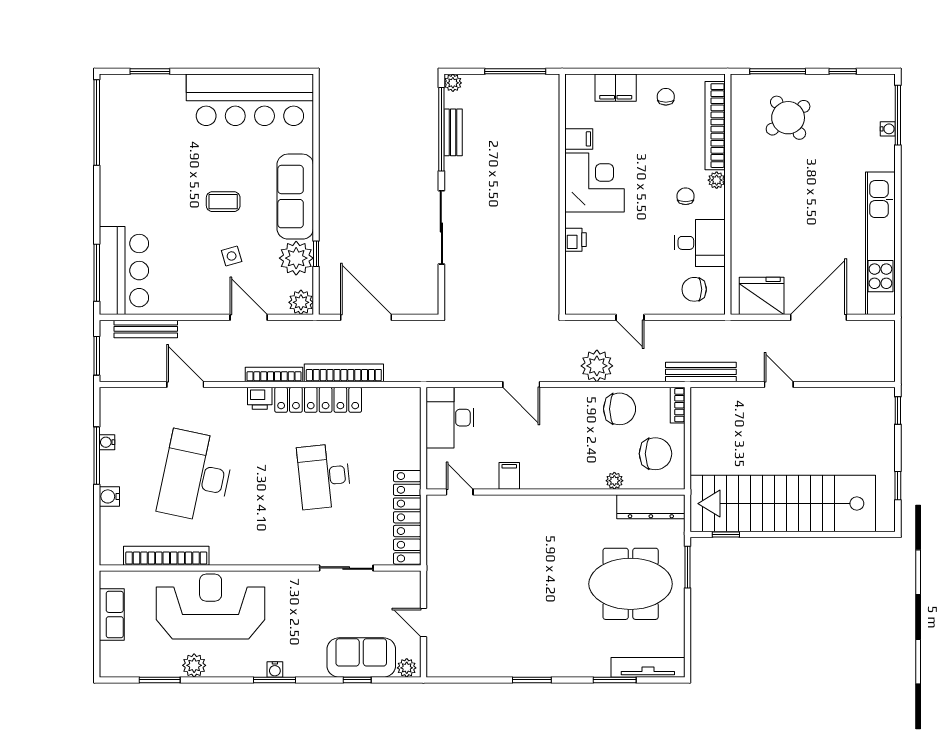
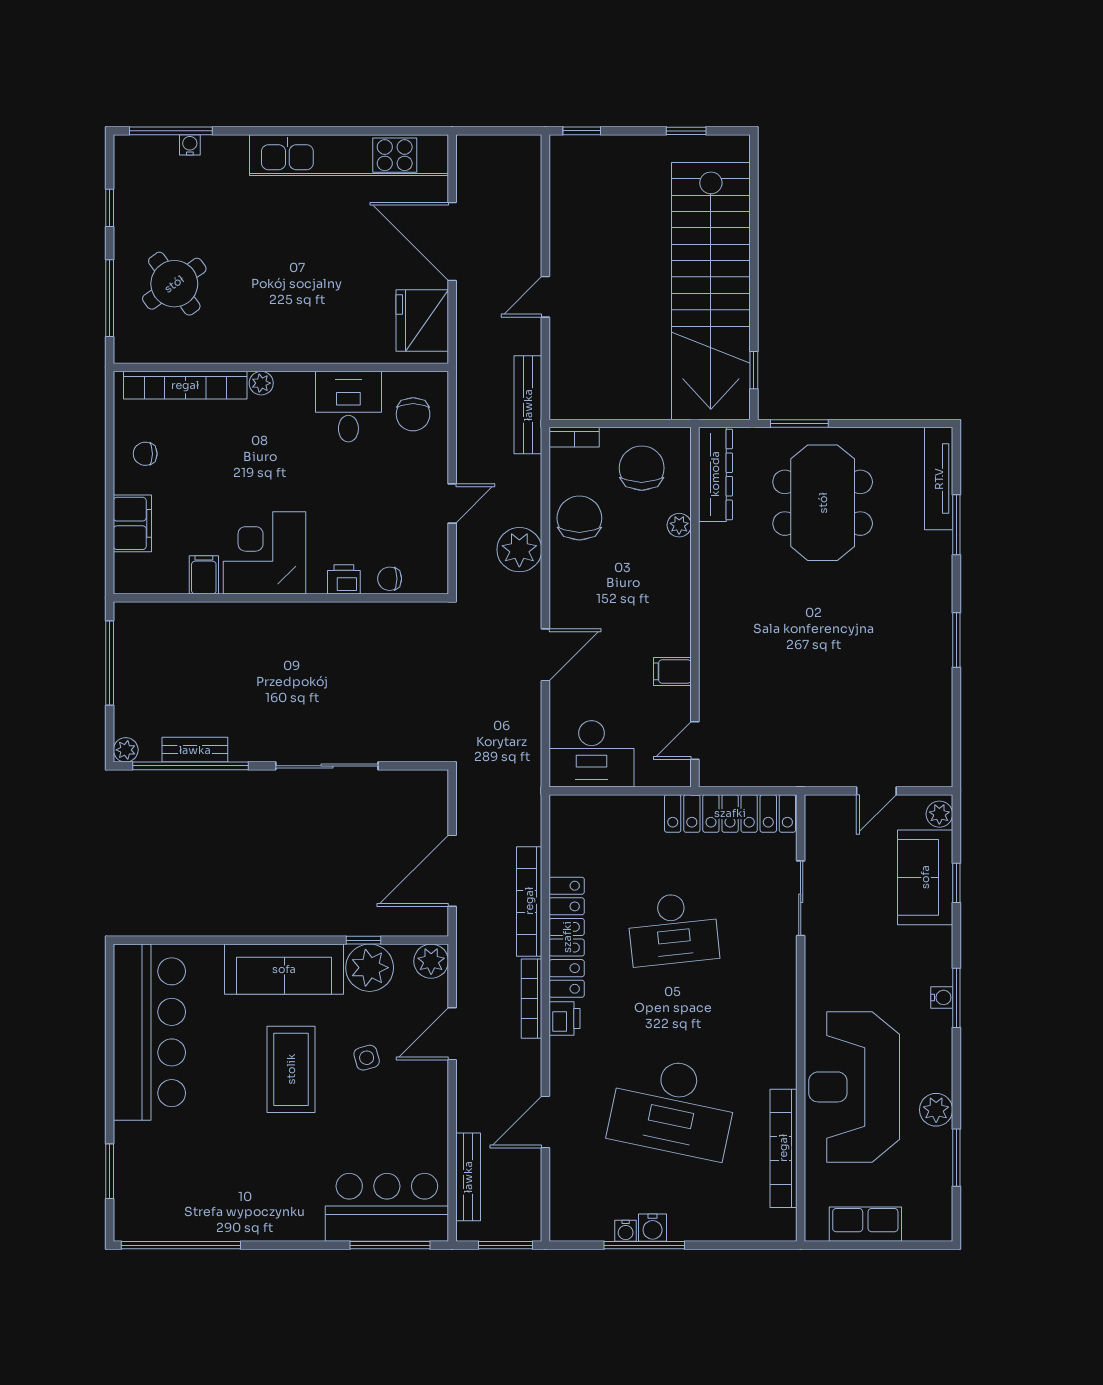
chair: (686, 196) -> (390, 579), moved
coffee table: (223, 202) -> (291, 1069), width x1.86, depth x1.72
water cooler: (109, 496) -> (653, 1228), moved

